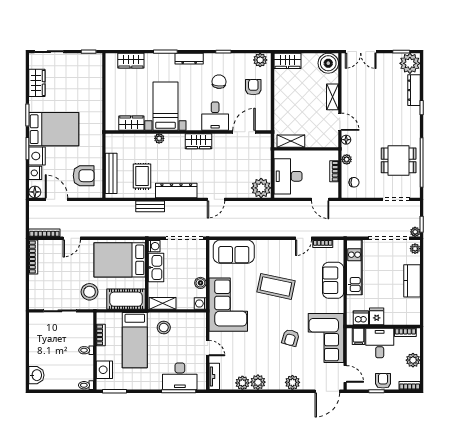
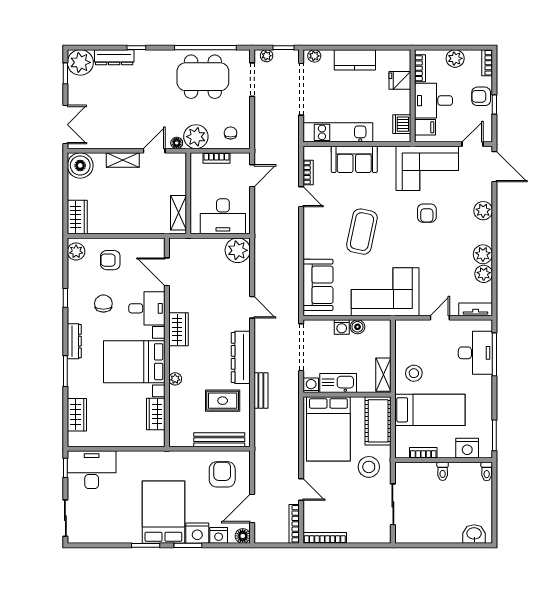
desk: (87, 72) -> (92, 470), added
chair: (219, 82) -> (103, 304), turned 85
wardrobe: (37, 83) -> (105, 533), removed
bed with nightstands: (165, 106) -> (134, 362), width x1.36
plant: (347, 159) -> (196, 137), width x1.88, depth x1.88
dining table: (399, 160) -> (203, 77), width x1.37
plant: (415, 232) -> (267, 56), moved
washing machine: (200, 303) -> (342, 327), moved
fridge: (377, 316) -> (400, 80), moved
armchair: (291, 338) -> (427, 213), turned 74

